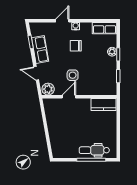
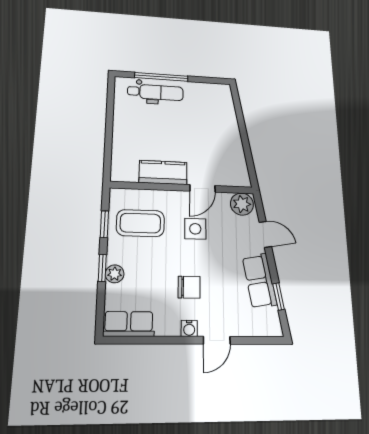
coffee table: (100, 77) -> (140, 223), added
kitchen counter: (104, 105) -> (163, 173), moved

